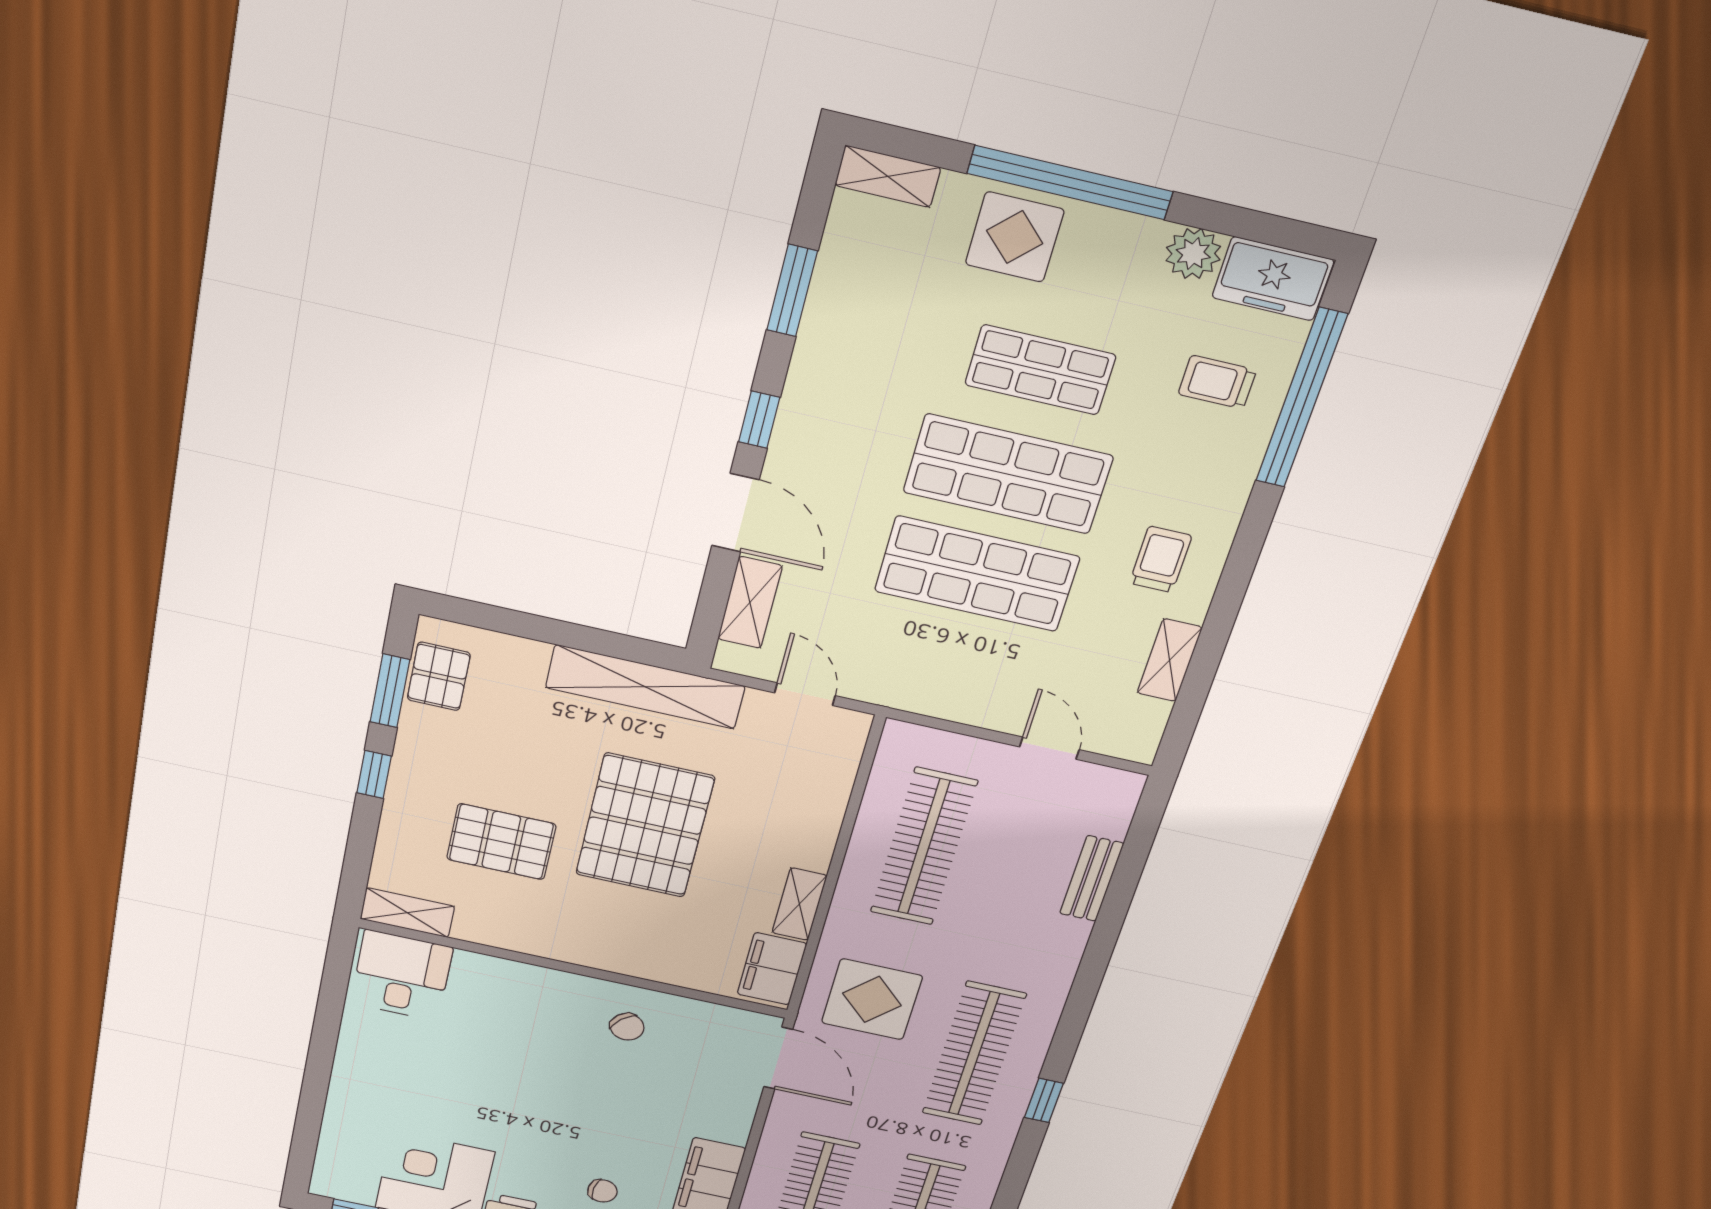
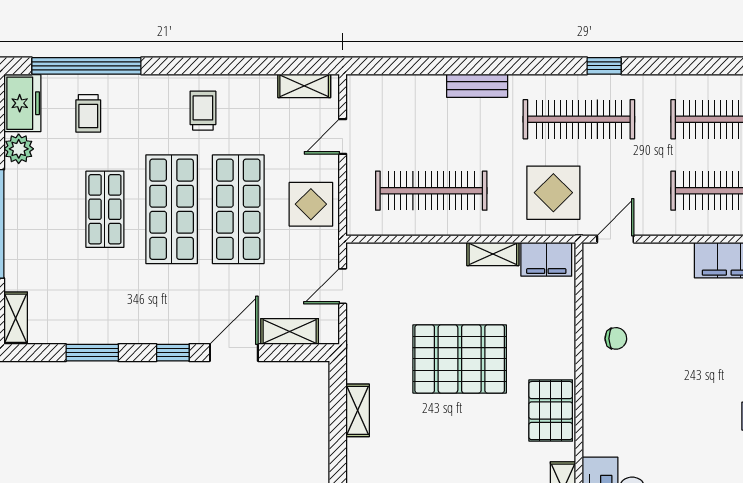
display table: (1015, 237) -> (311, 204), moved
trolley: (1161, 559) -> (203, 111), turned 90
shelving: (1170, 660) -> (304, 86), moved
shelving: (645, 687) -> (358, 410), width x0.45, depth x0.75
pallet: (501, 842) -> (551, 411), moved
bench: (1092, 879) -> (477, 86), moved
chair: (627, 1027) -> (616, 338), turned 45
door: (778, 1058) -> (615, 239), width x0.73

